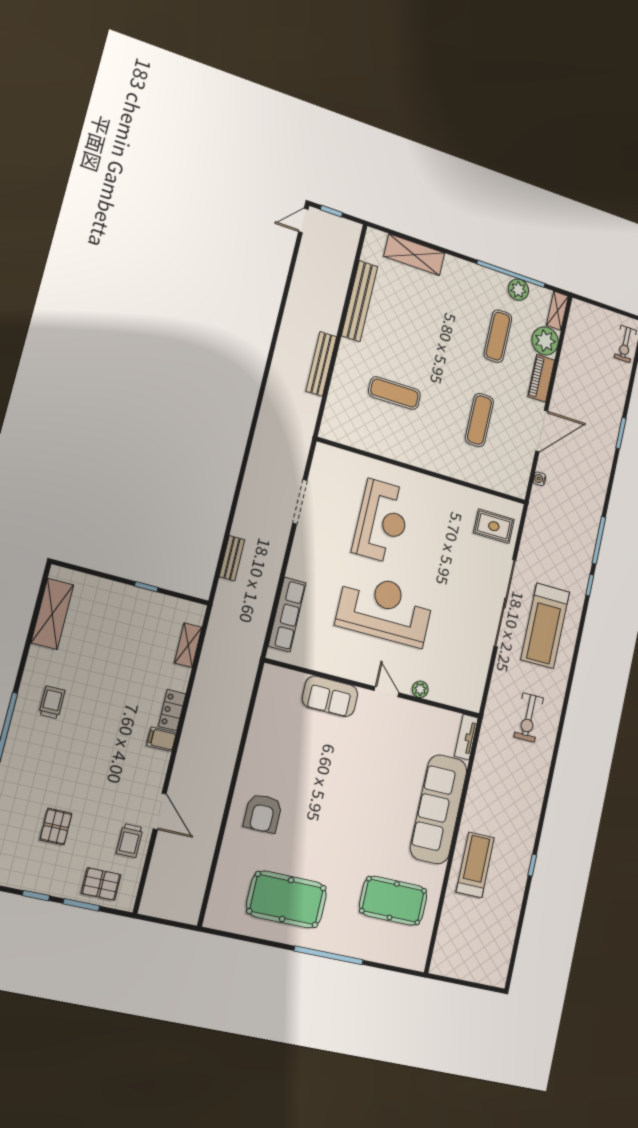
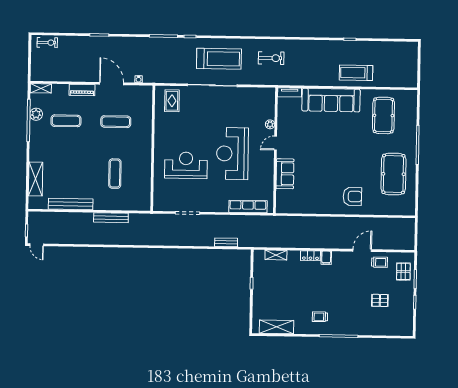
plant: (545, 341) -> (60, 92), removed

